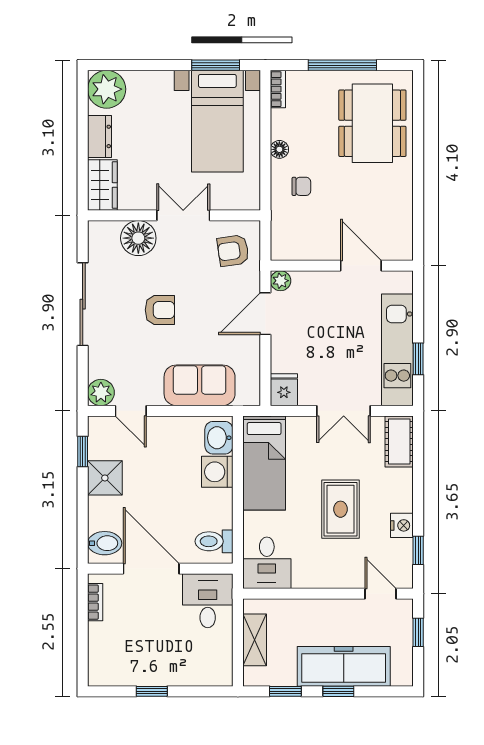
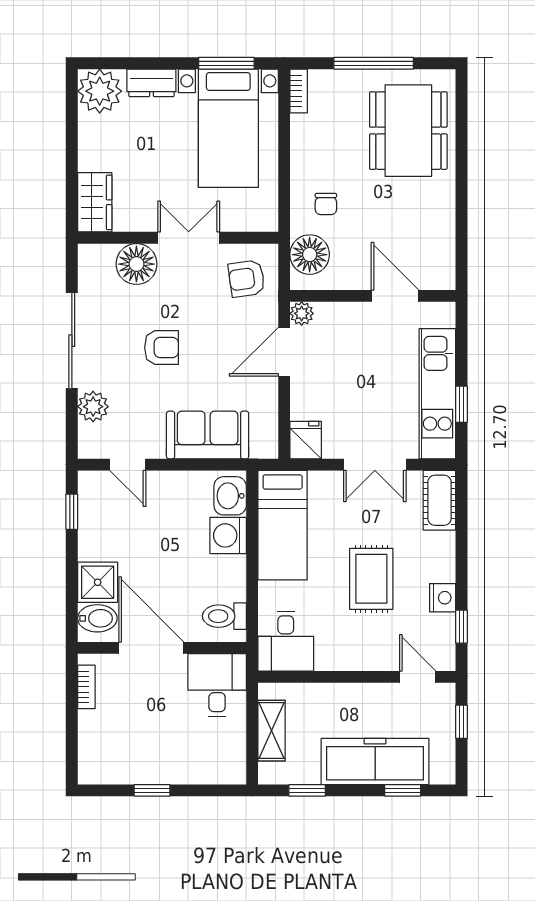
dresser: (99, 136) -> (151, 83), moved, turned 90
floor lamp: (279, 149) -> (310, 255), moved, width x1.89, depth x1.89
chair: (301, 186) -> (326, 204), turned 90
plant: (101, 393) -> (93, 407), moved
shower: (105, 478) -> (98, 582), moved
window: (338, 691) -> (403, 790), moved

